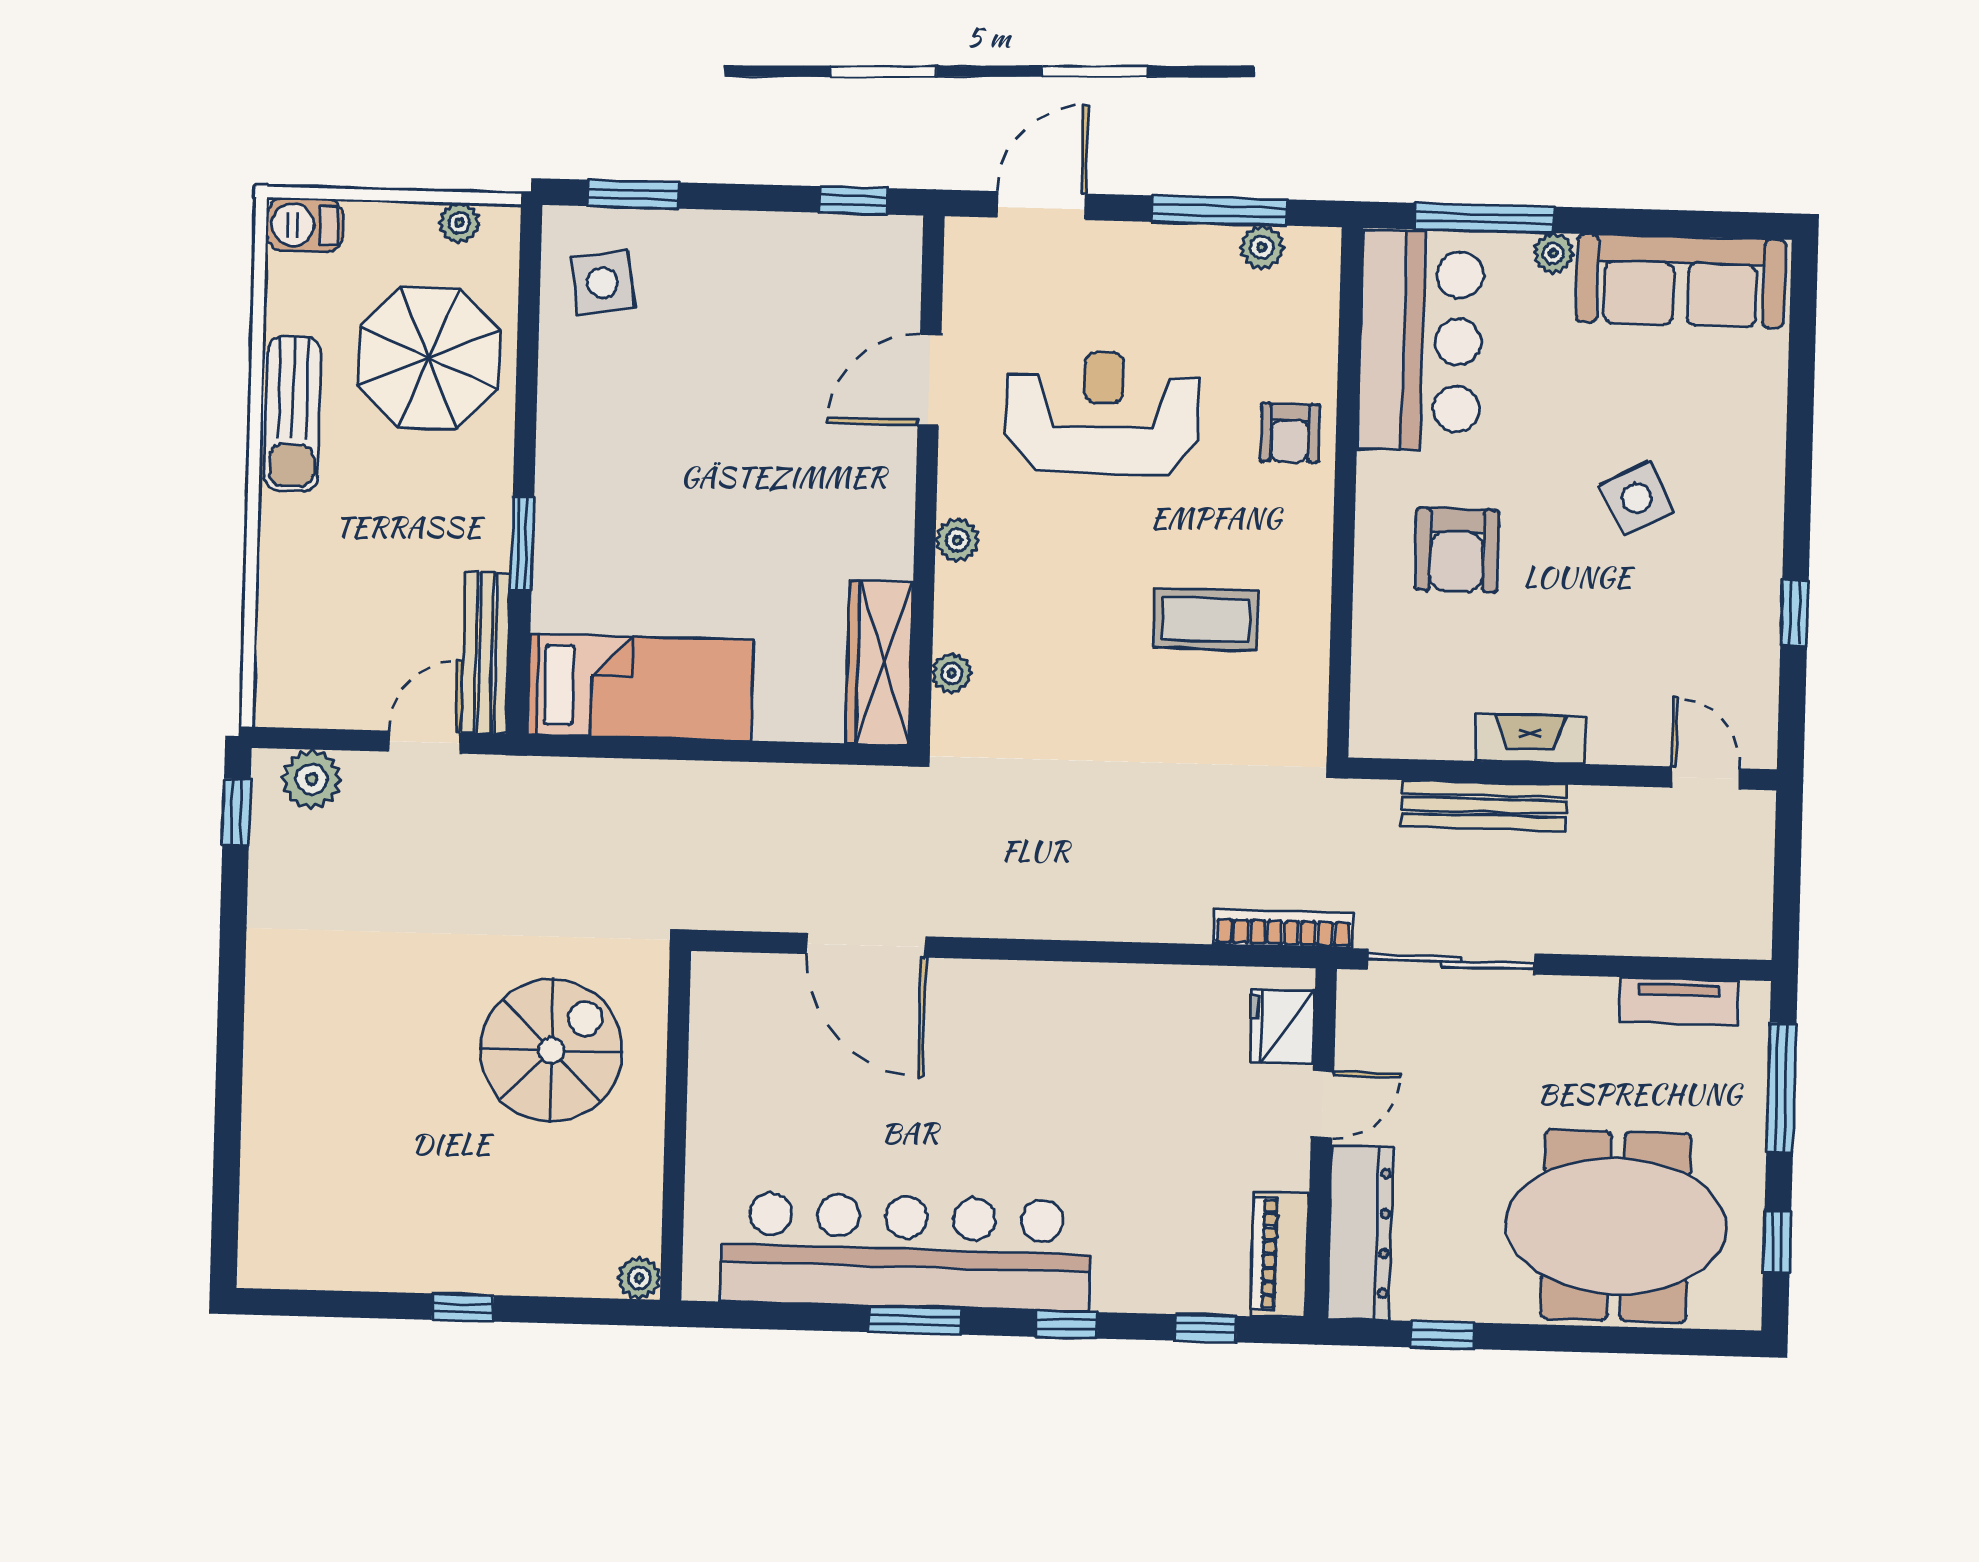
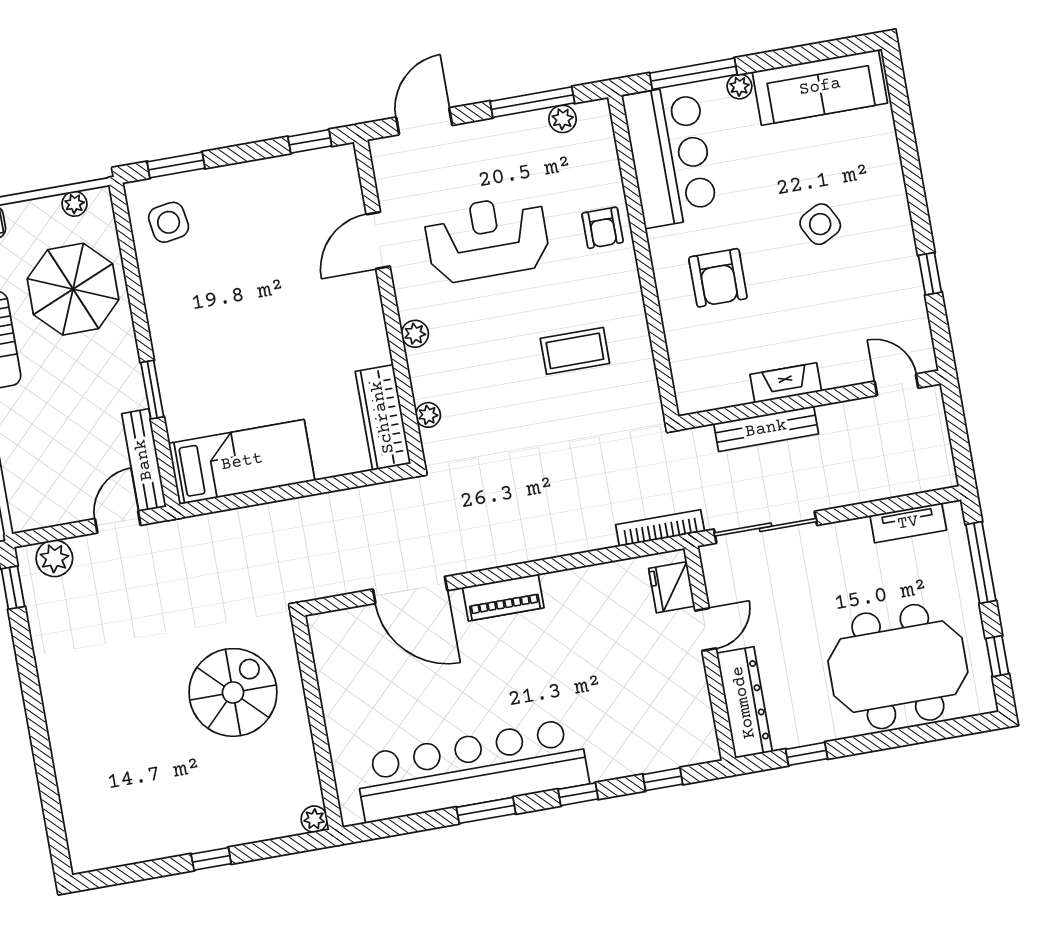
piano: (1280, 1254) -> (503, 598), moved, turned -90

